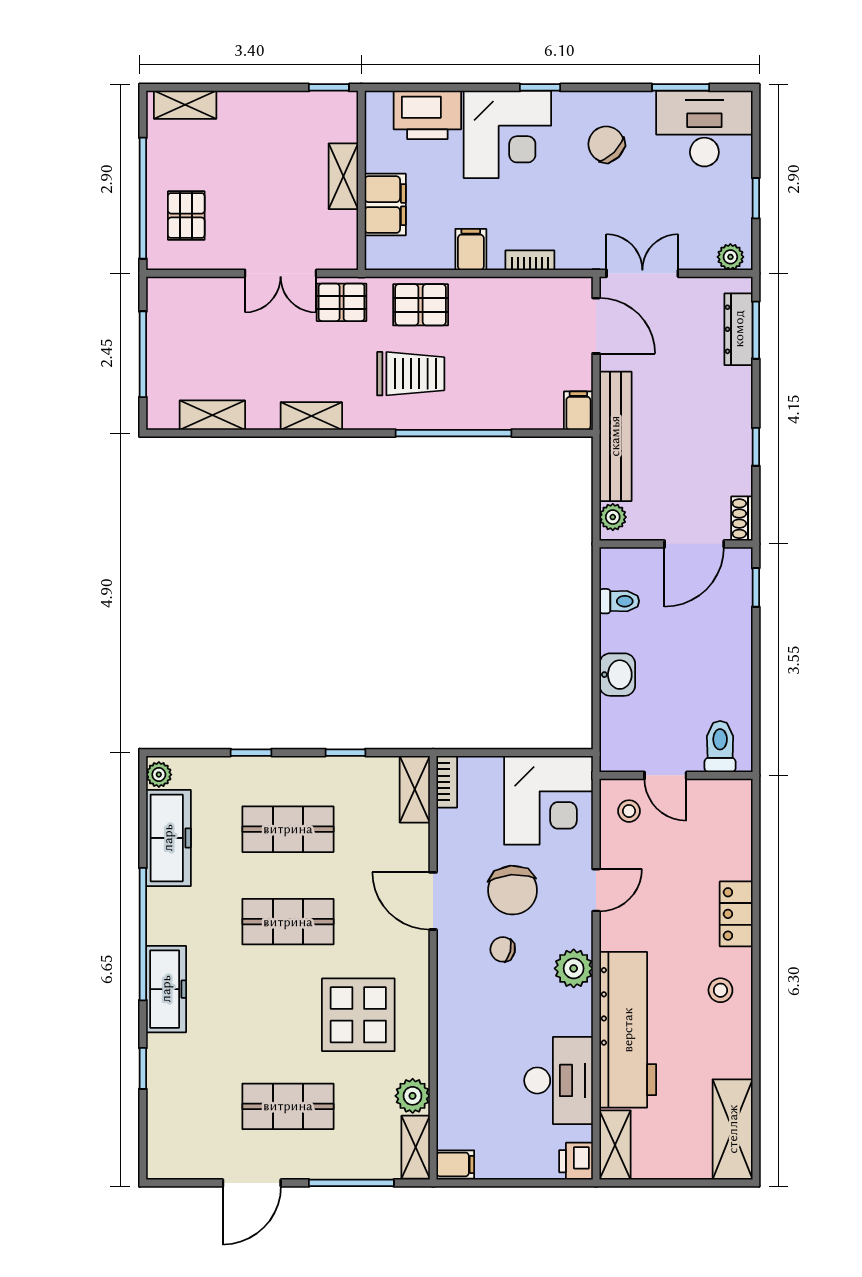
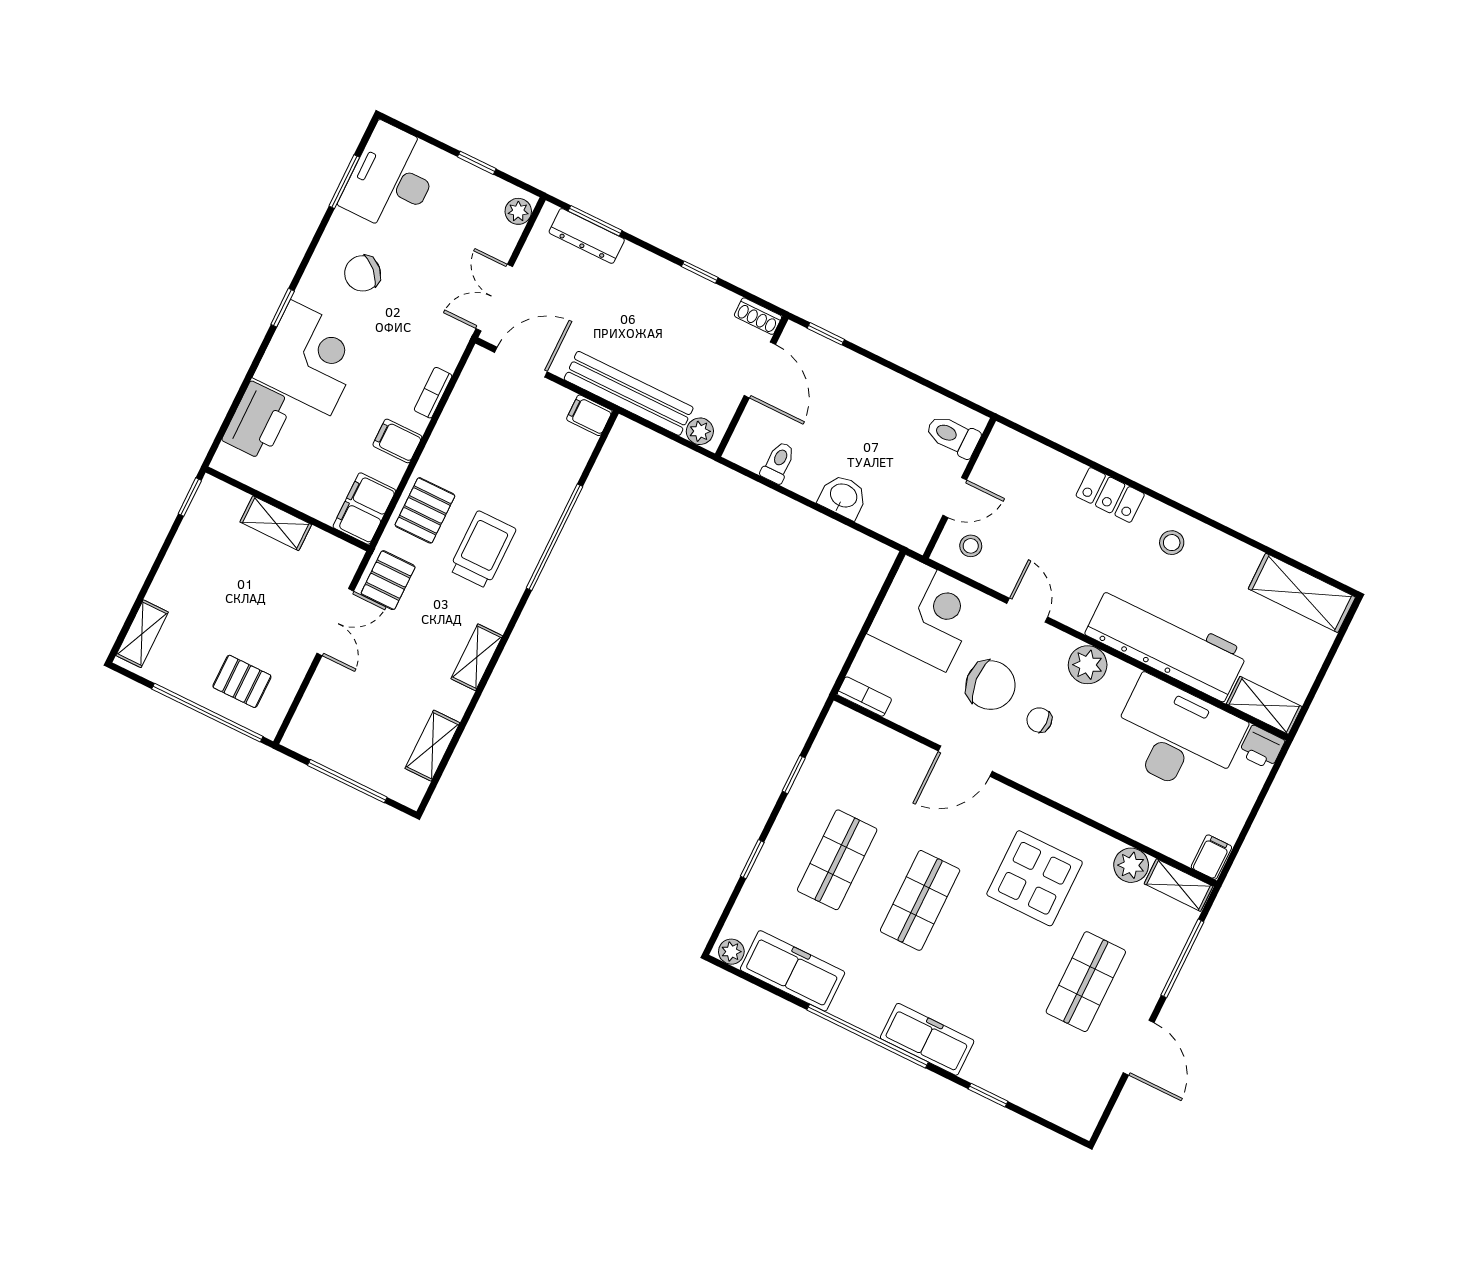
filing cabinet: (385, 205) -> (364, 509), moved, turned -90
shelving: (415, 789) -> (857, 729), removed
chair: (503, 949) -> (1039, 720), turned 76
desk: (558, 1080) -> (1177, 737), width x1.36, depth x1.30

